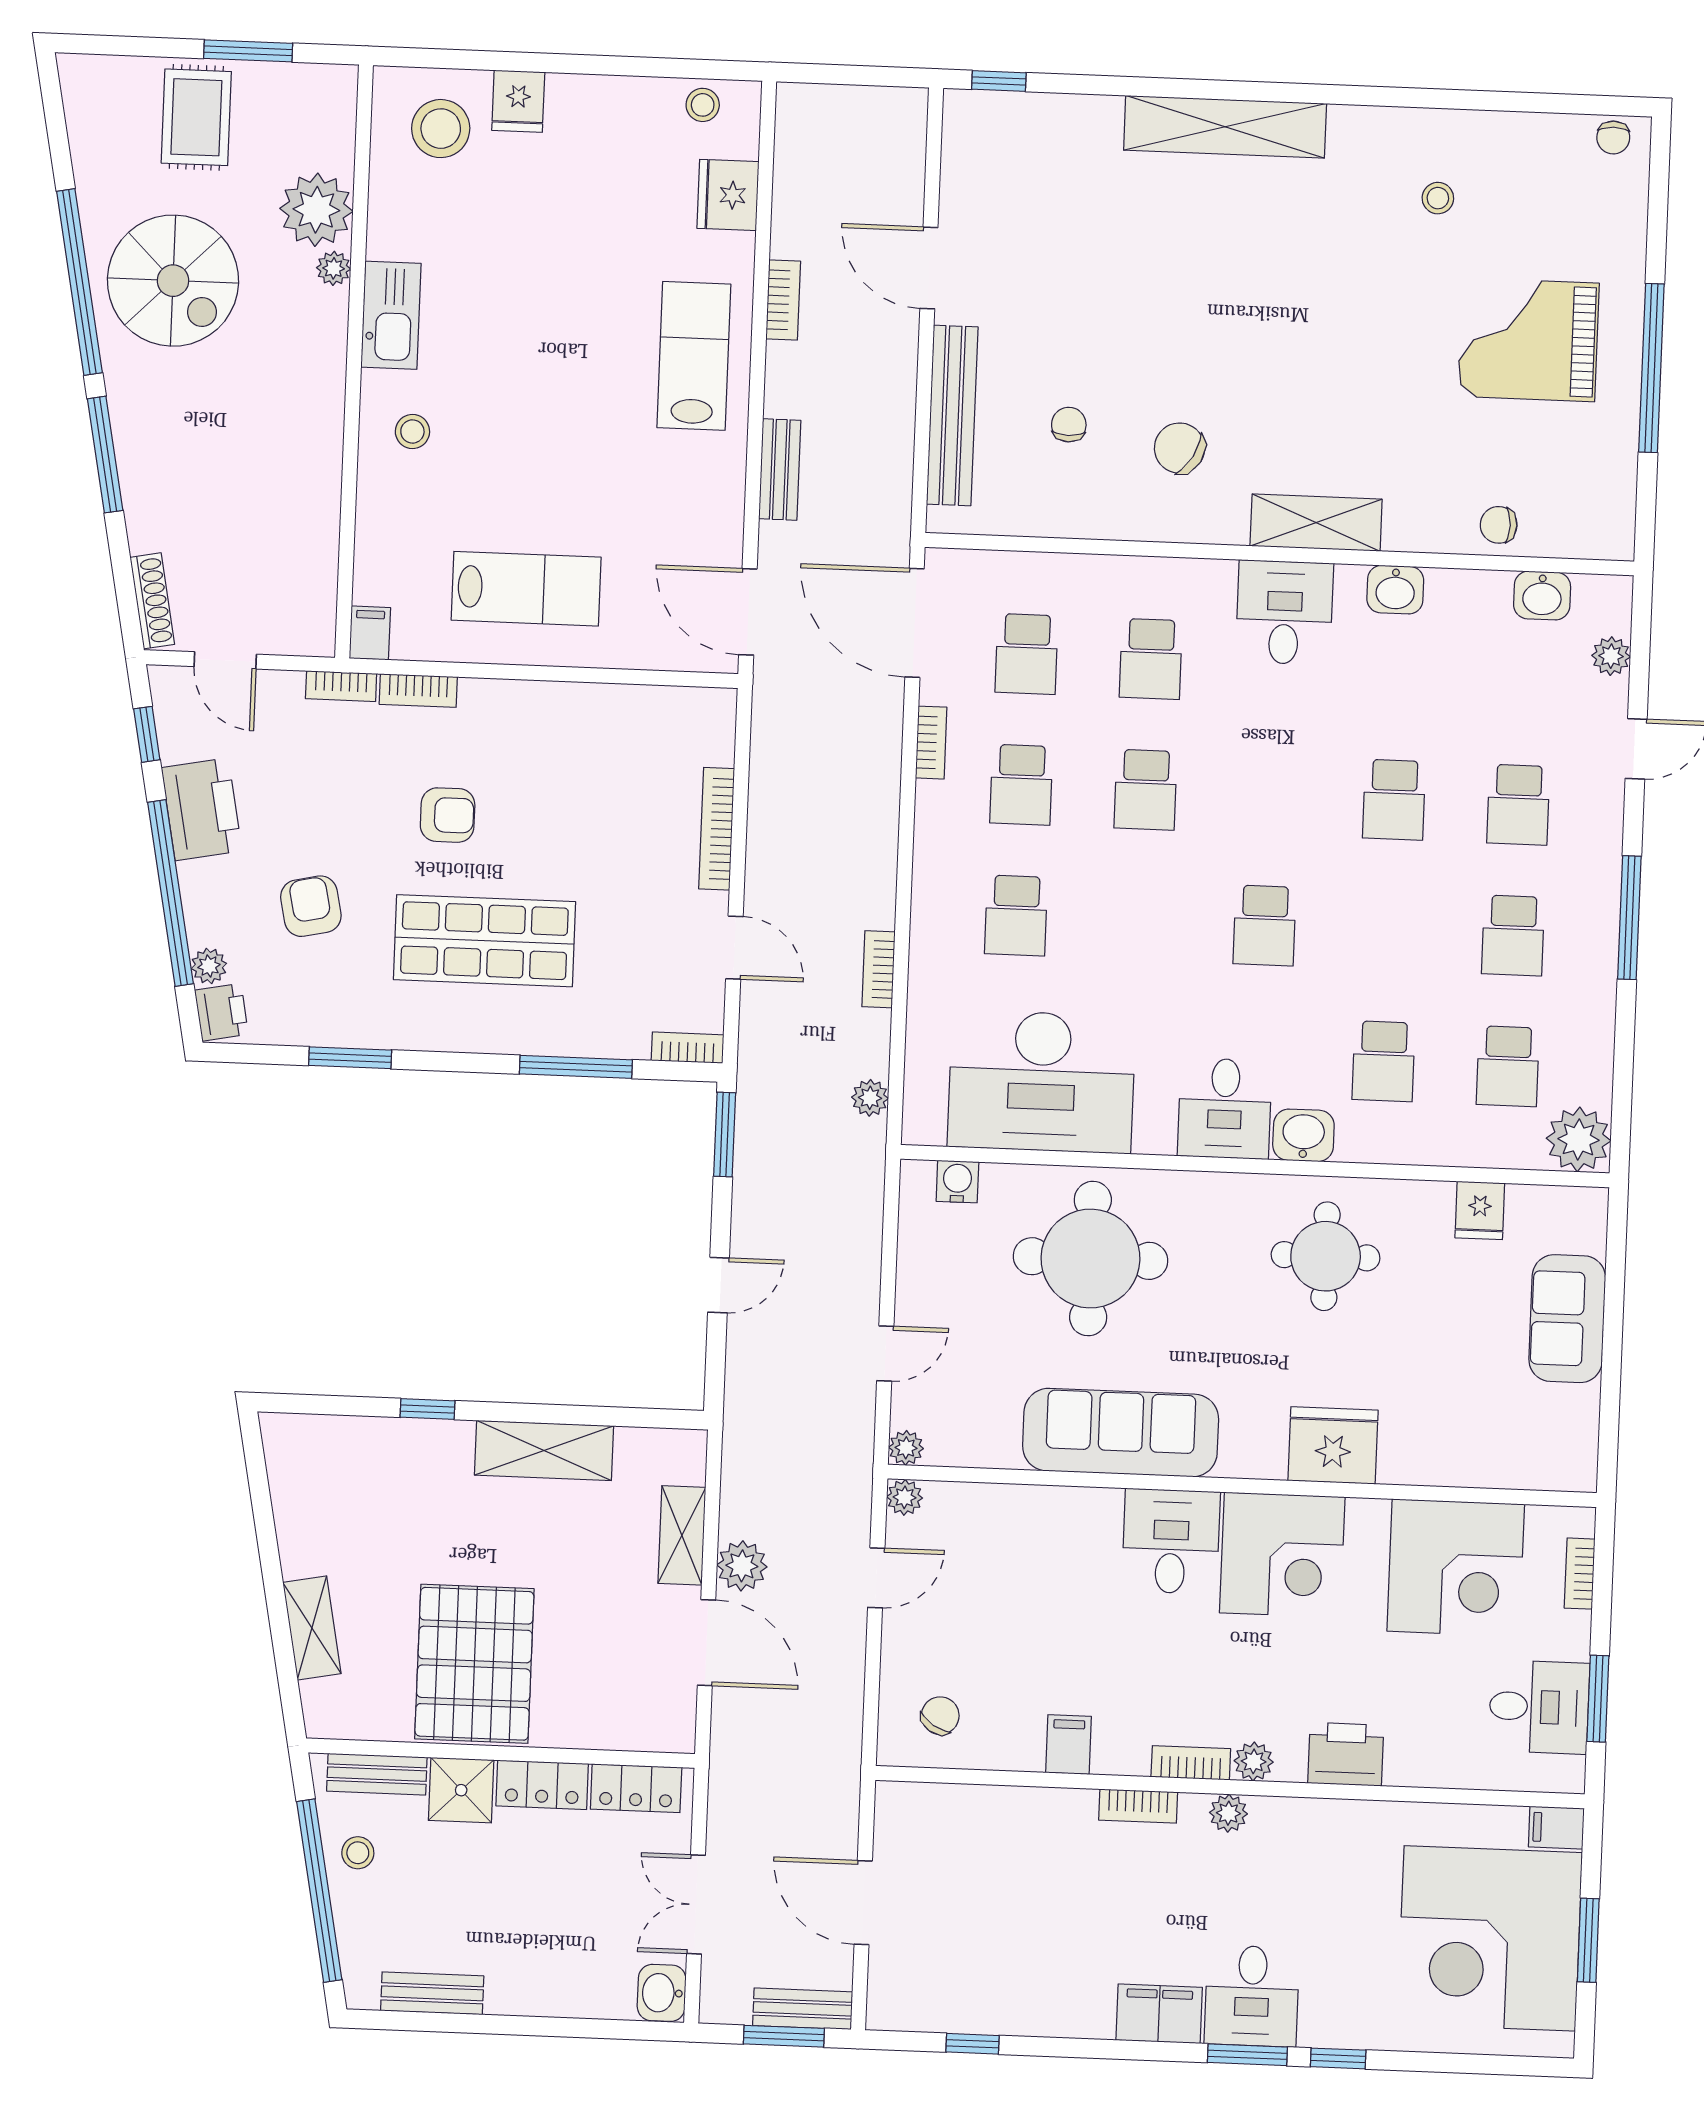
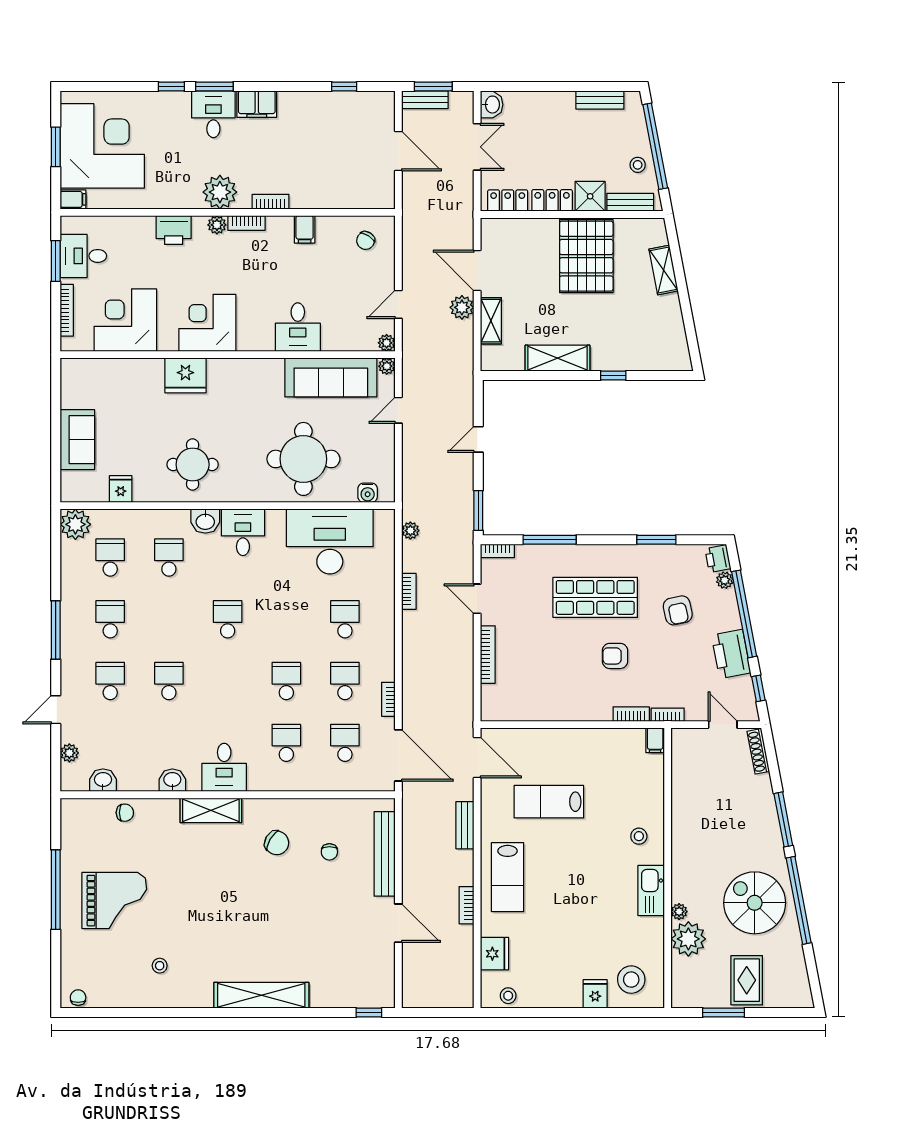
lab bench: (526, 589) -> (549, 802), moved
sofa: (1121, 1433) -> (331, 377), moved
desk: (1171, 1541) -> (298, 327), moved
bookcase: (1580, 1574) -> (67, 310), width x1.56
plant: (1228, 1813) -> (220, 192), width x1.87, depth x1.87

